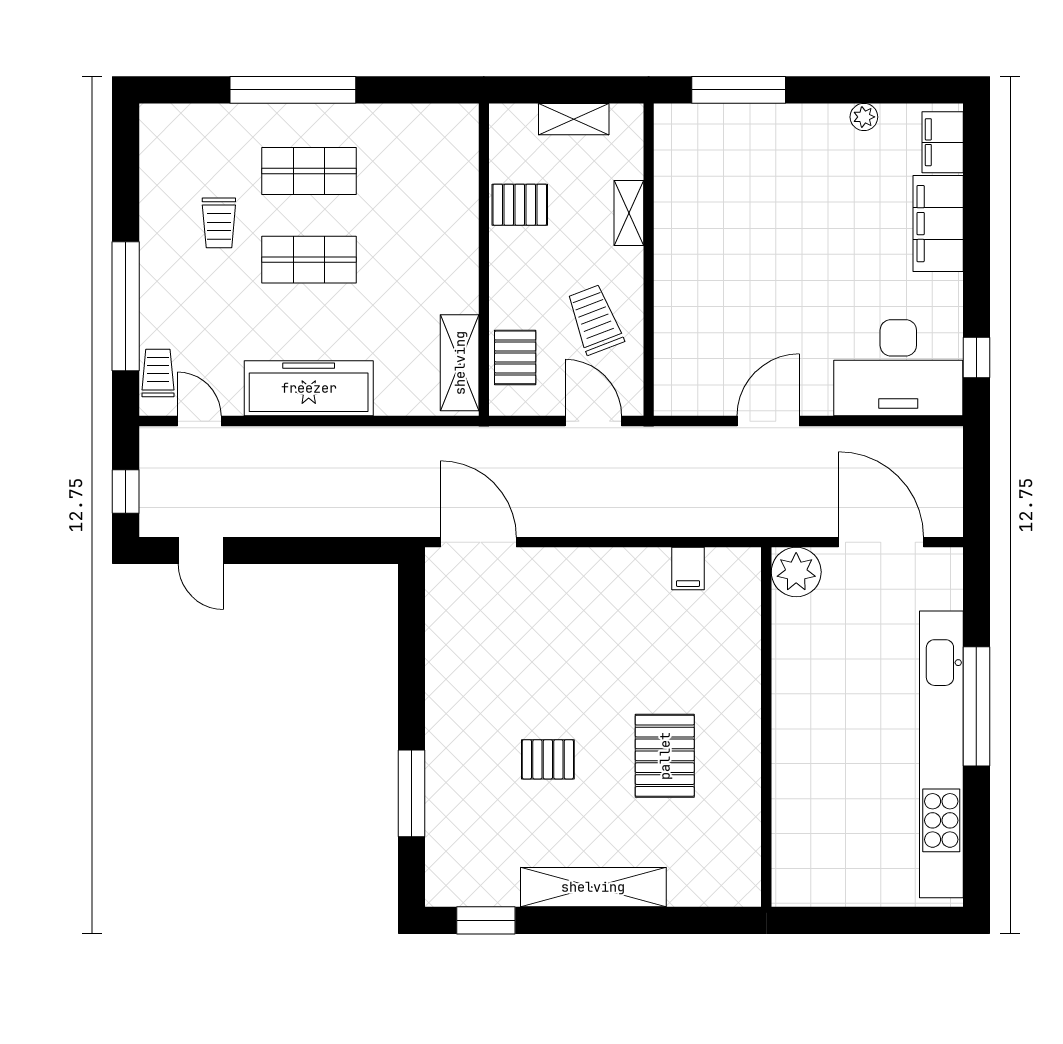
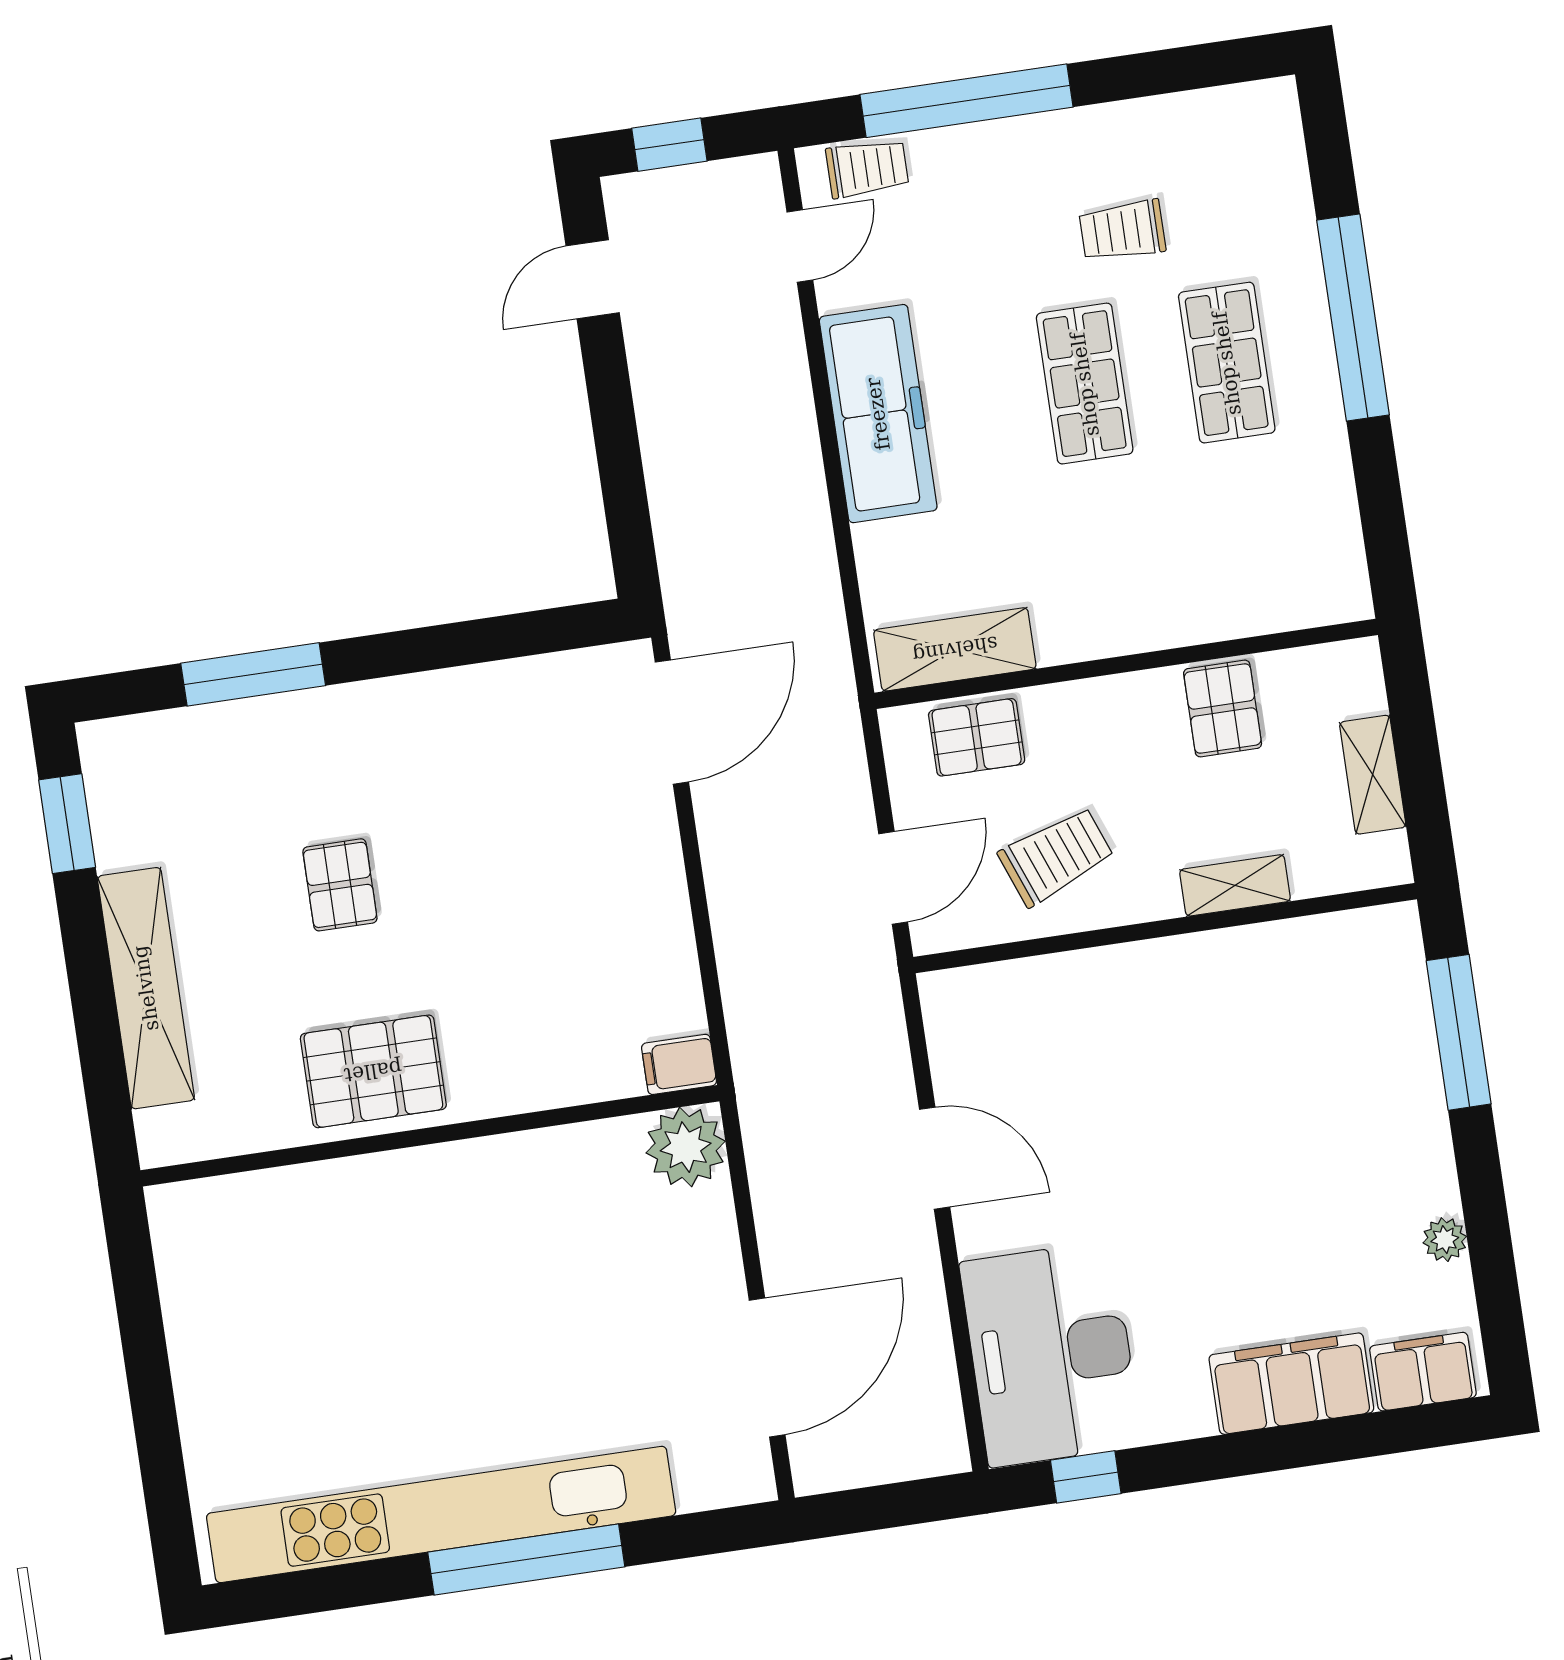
plant: (796, 572) -> (686, 1147), moved
wall: (766, 727) -> (430, 1136), moved

